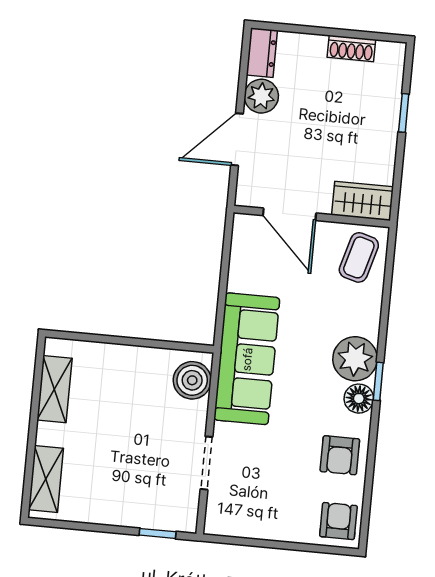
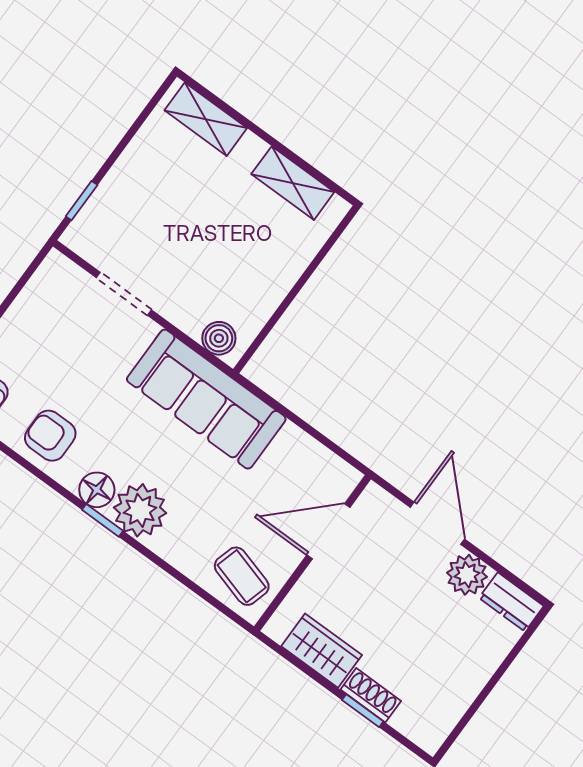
shoe rack: (351, 48) -> (371, 695), moved, turned 90
wardrobe: (363, 201) -> (322, 651), moved, turned -90
boiler: (192, 380) -> (219, 338), width x0.73, depth x0.73

